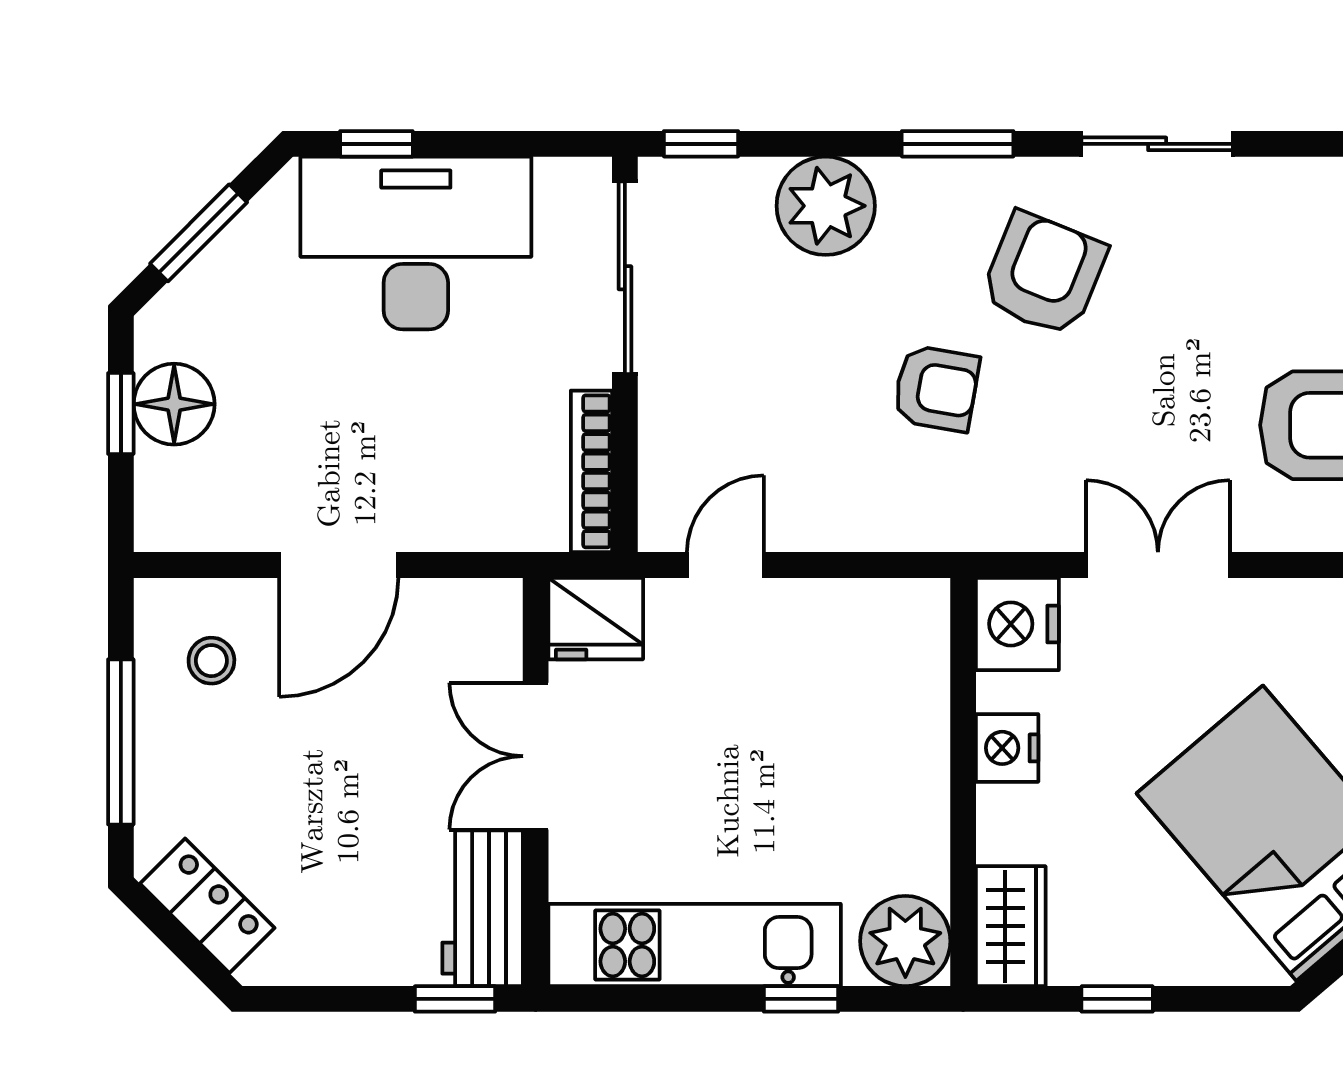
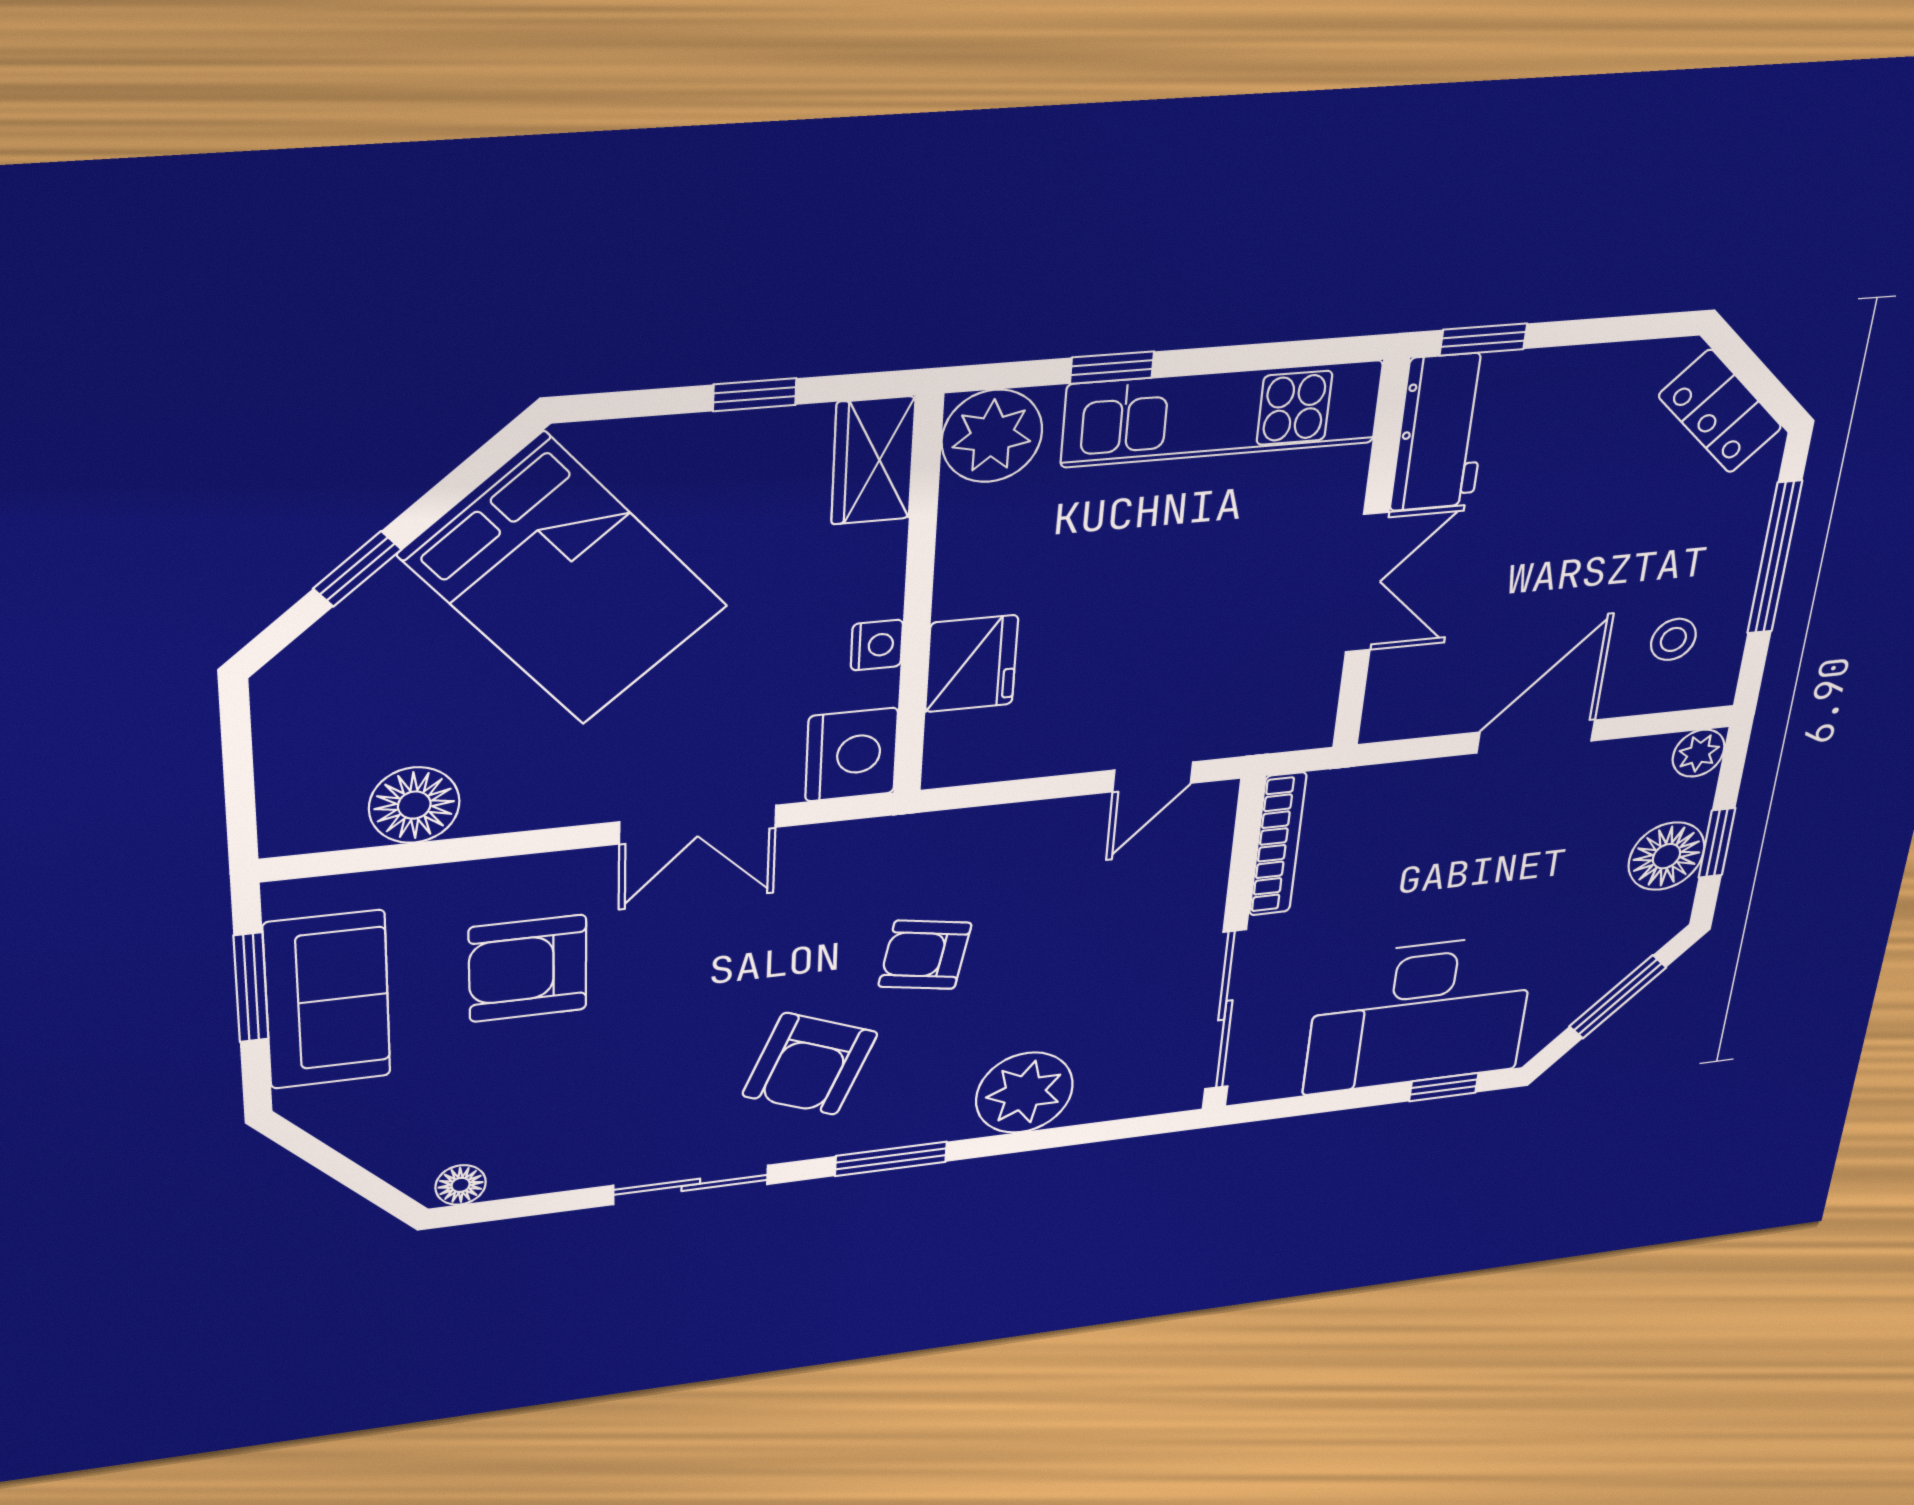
window: (701, 144) -> (1140, 1126), removed
plant: (161, 525) -> (1699, 753), added
fridge: (596, 619) -> (972, 664), moved, turned 90
nightstand: (1007, 748) -> (877, 645), width x0.72, depth x0.74

